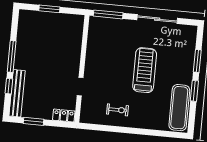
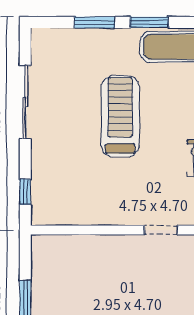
window: (108, 14) -> (25, 192), width x0.46
treadmill: (145, 70) -> (120, 116), turned 90

